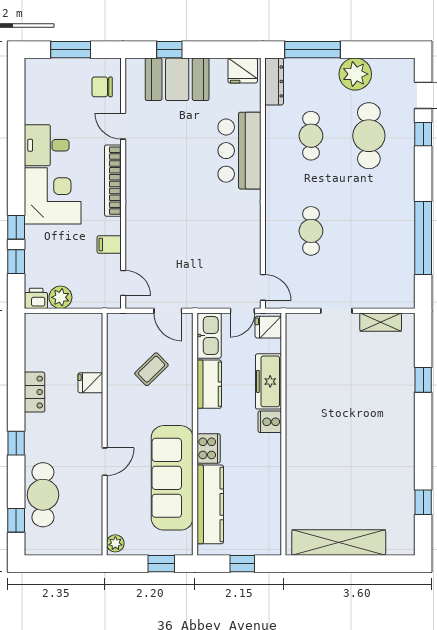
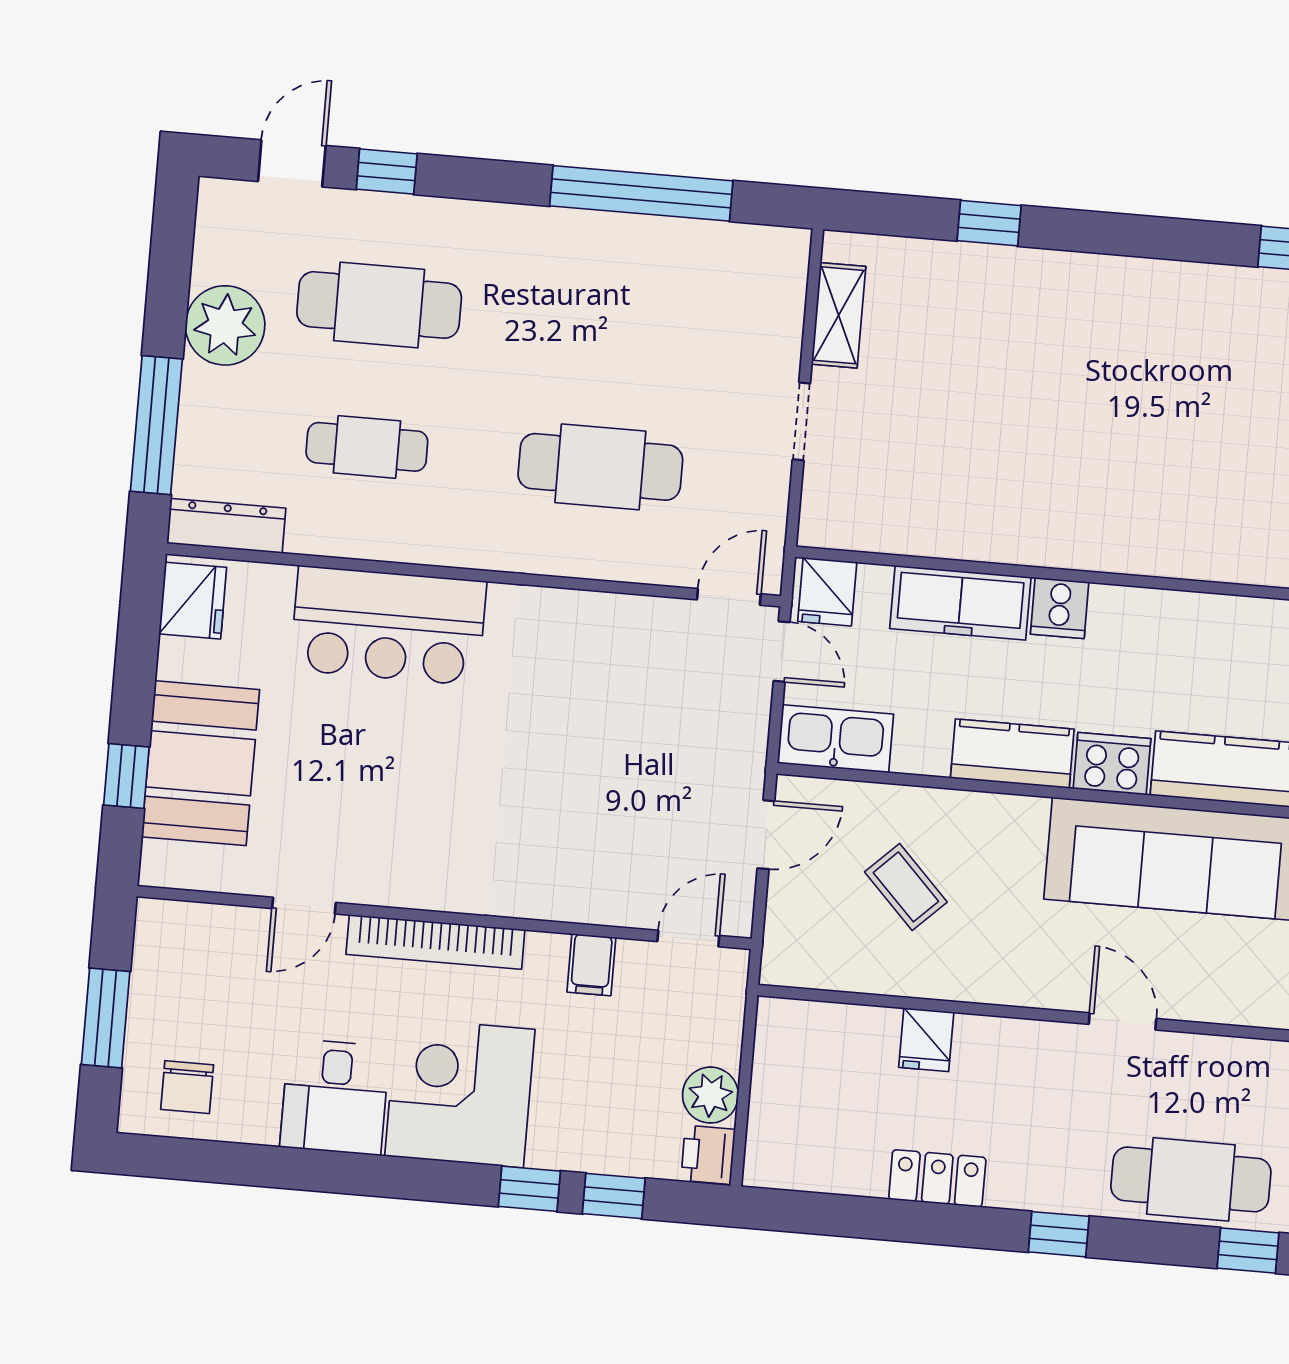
chair: (102, 87) -> (187, 1087), moved
cafe table: (311, 231) -> (600, 467), width x1.37, depth x1.35
kitchen counter: (209, 384) -> (1012, 754), moved

